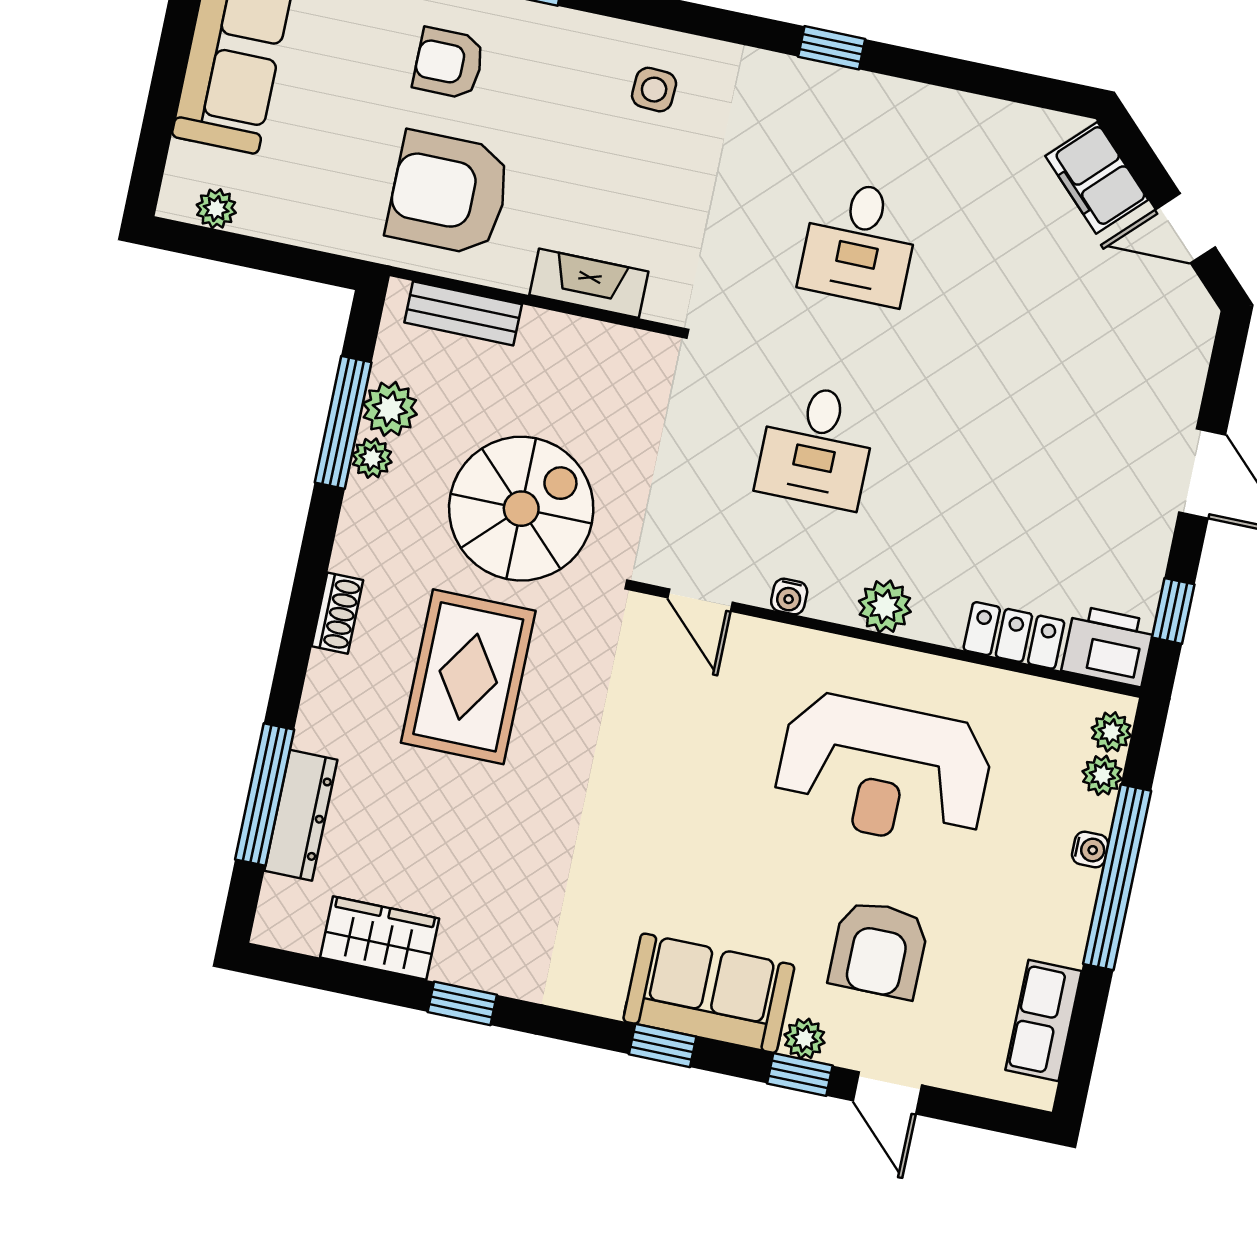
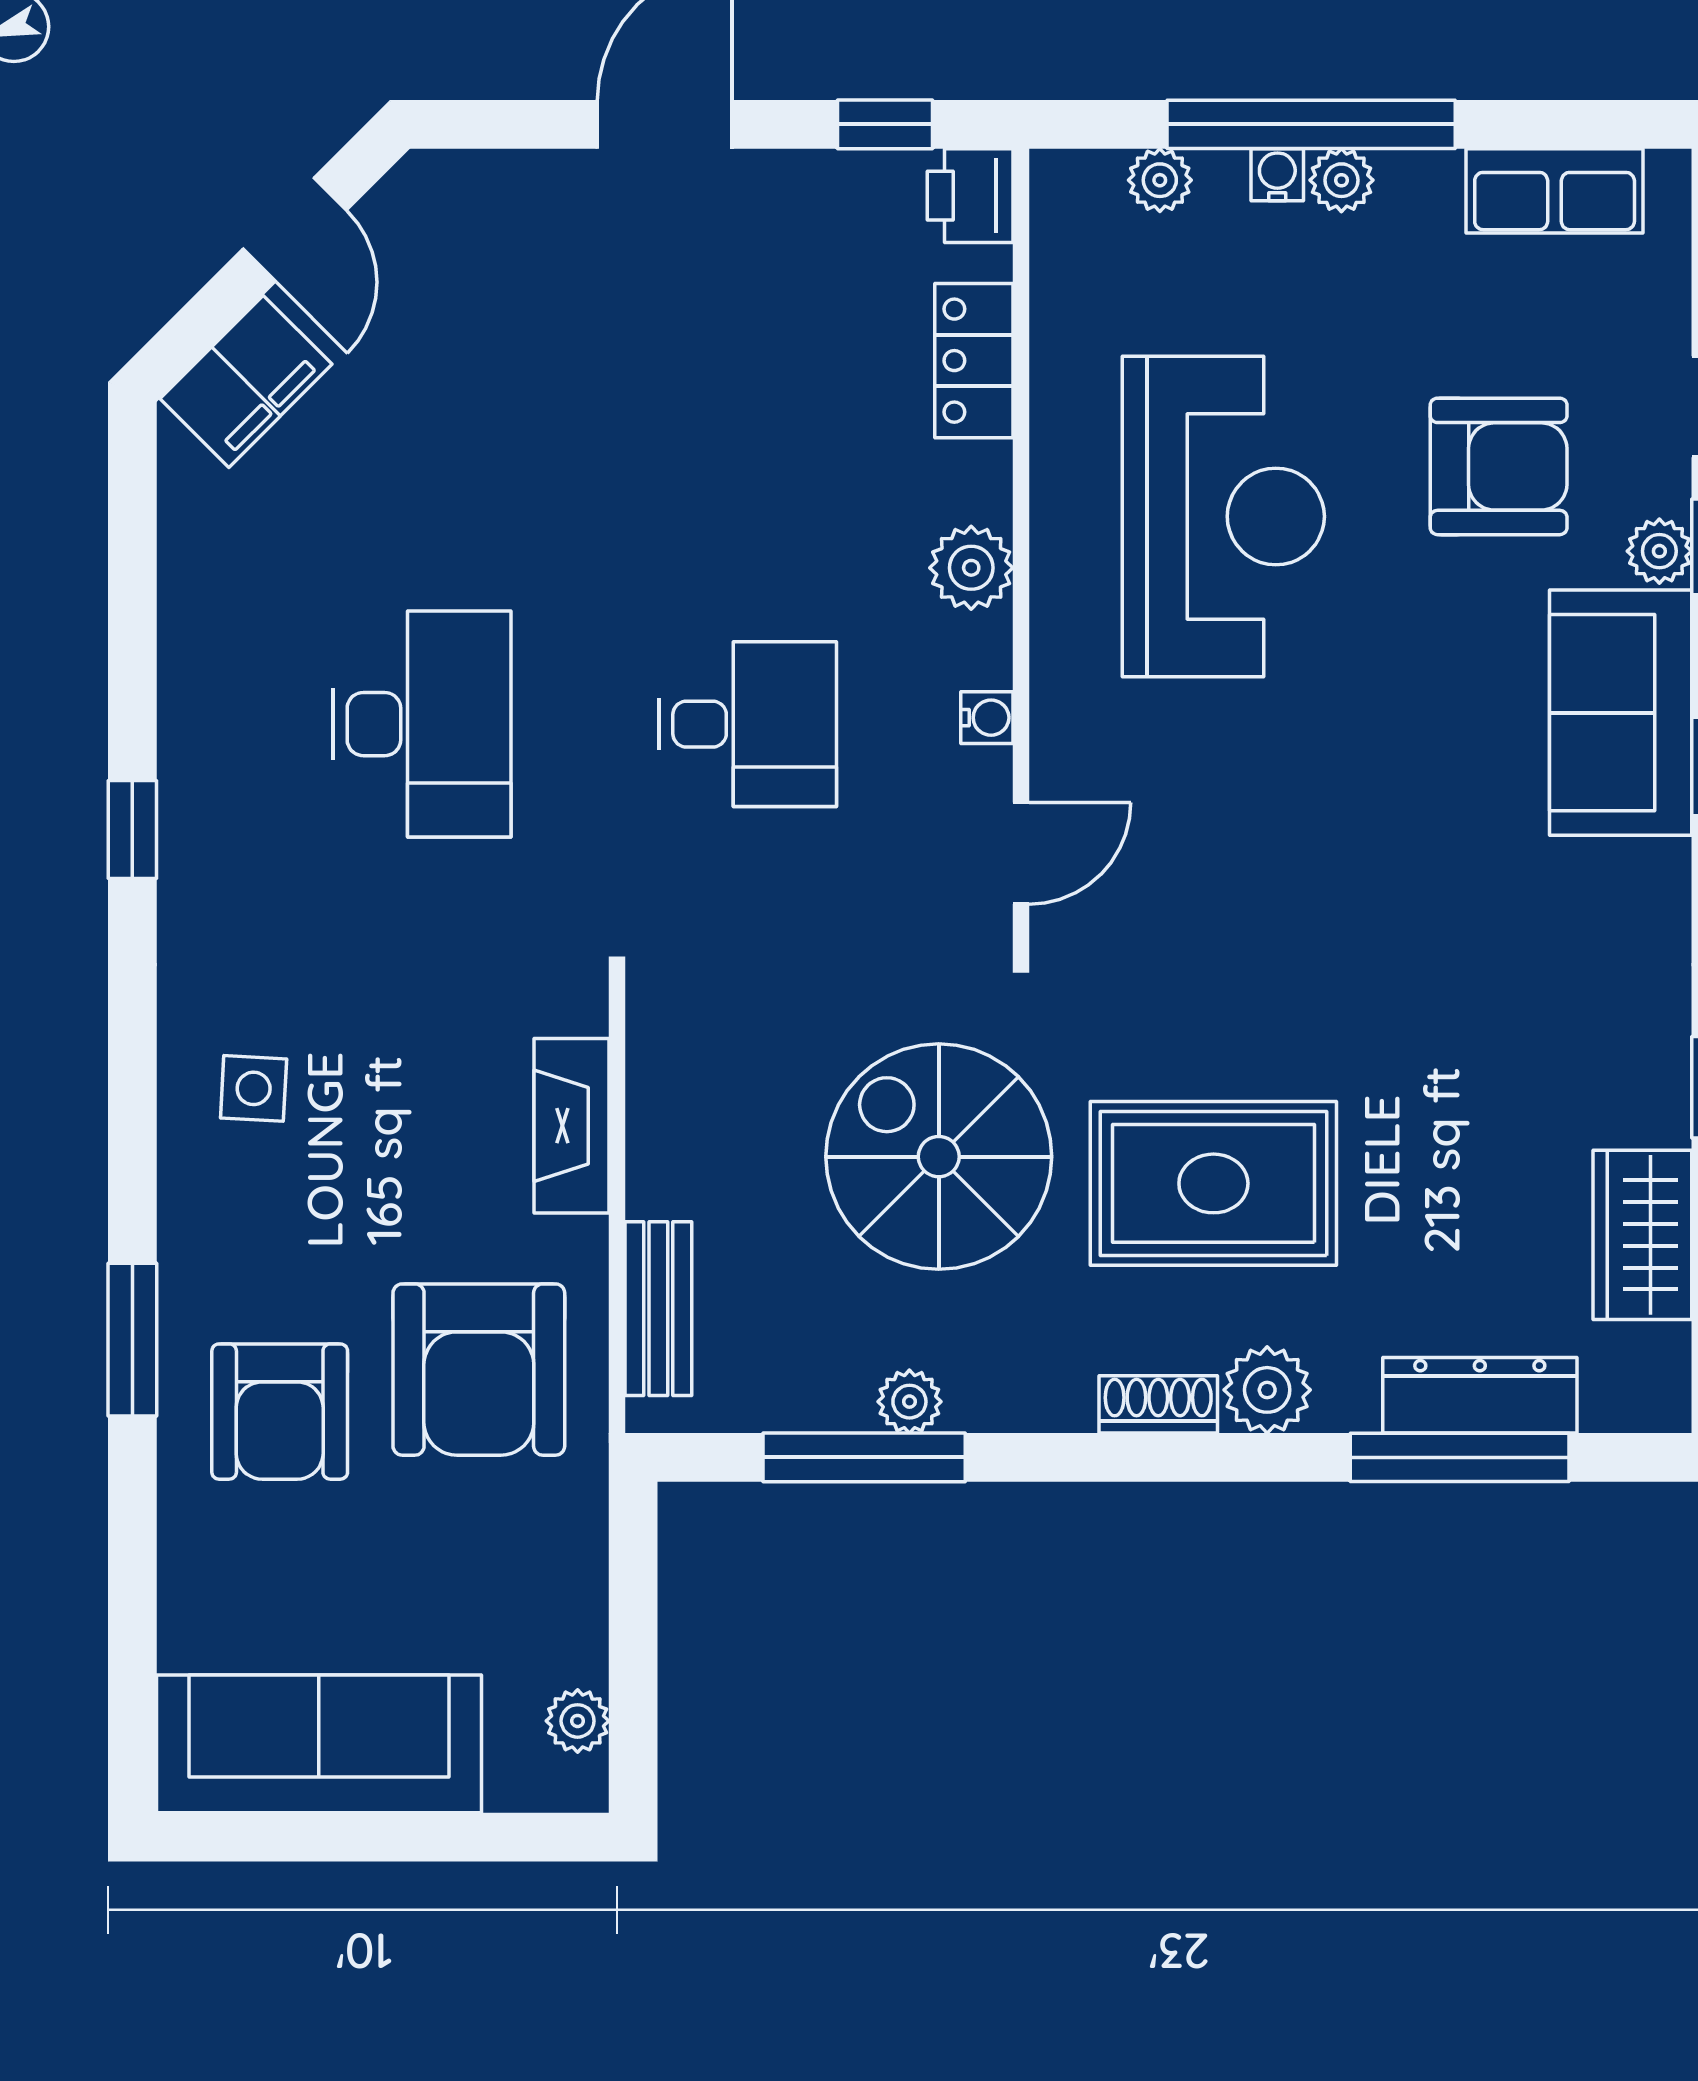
armchair: (449, 63) -> (280, 1412), width x1.38, depth x1.38
desk: (859, 243) -> (422, 724), width x1.37
plant: (390, 409) -> (1267, 1390), moved
printer: (1108, 646) -> (970, 196), width x0.73, depth x0.81
plant: (1111, 732) -> (1341, 180), moved

